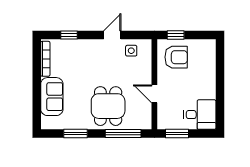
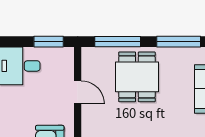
window: (75, 134) -> (179, 42), width x1.44

